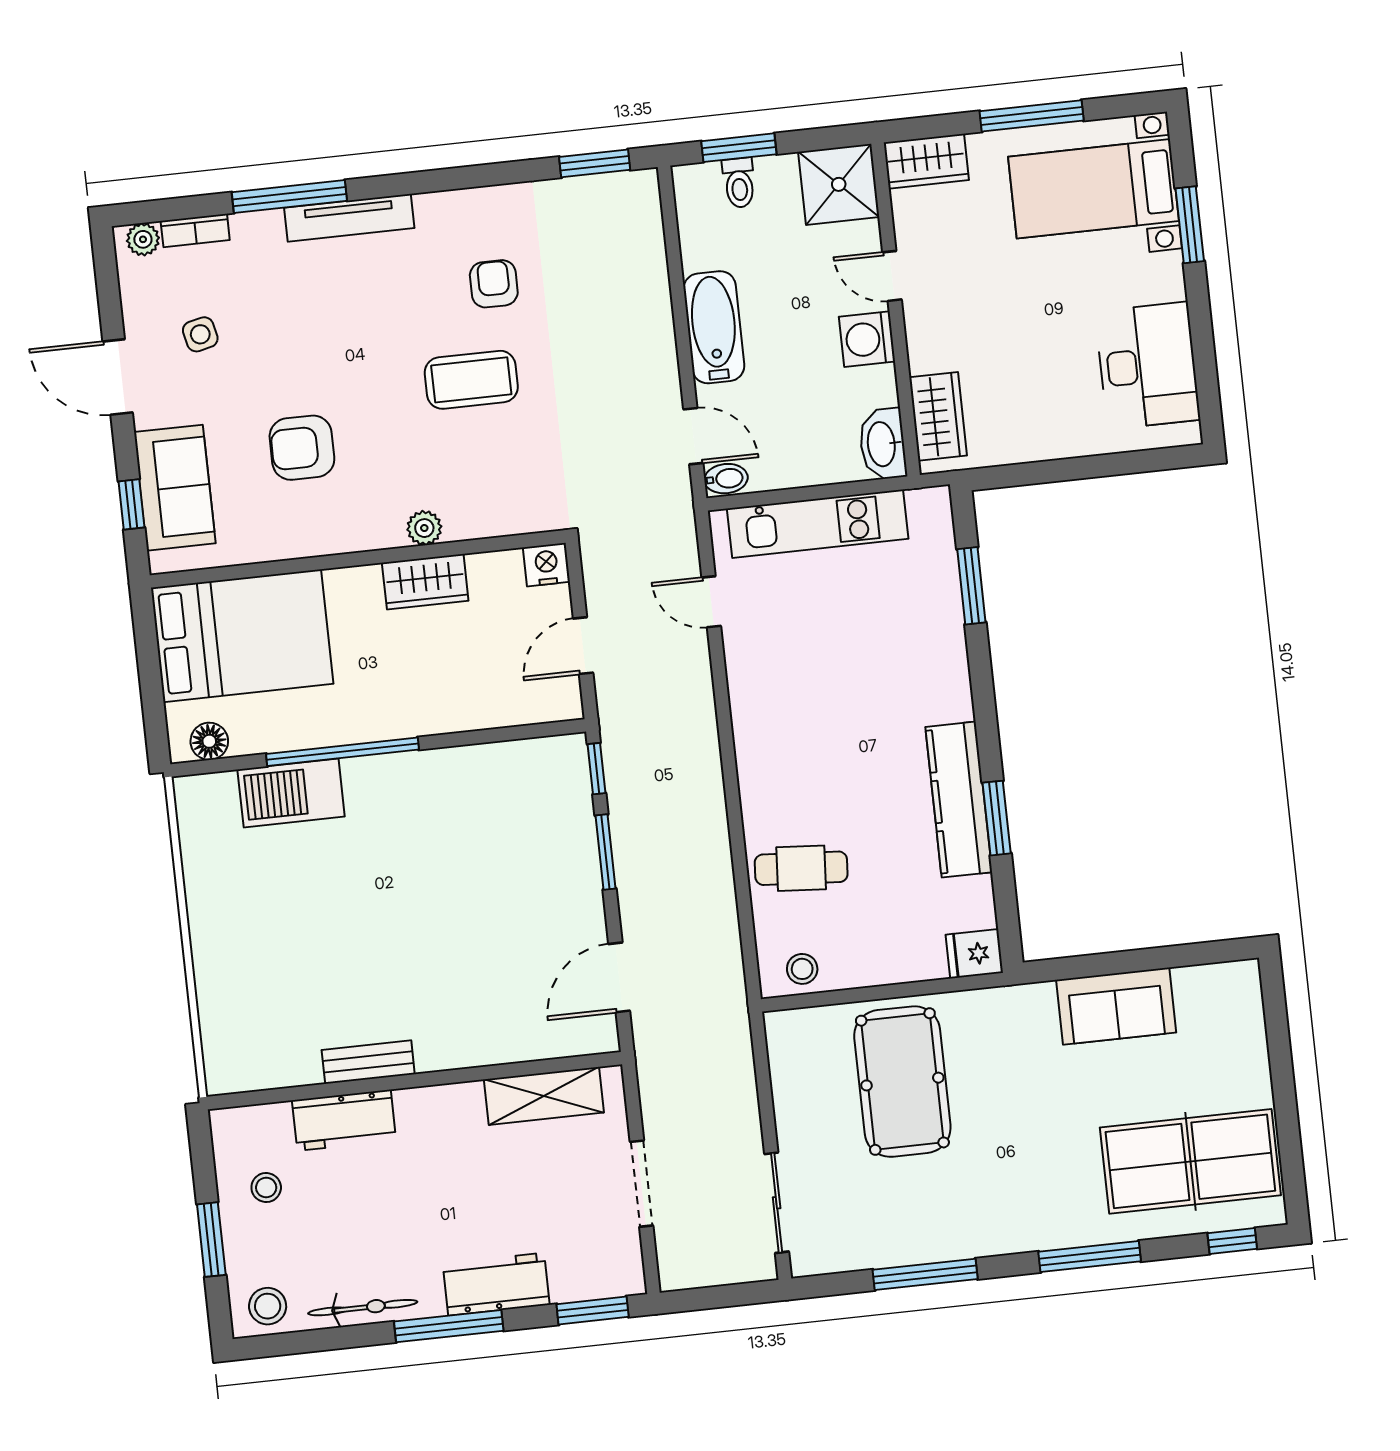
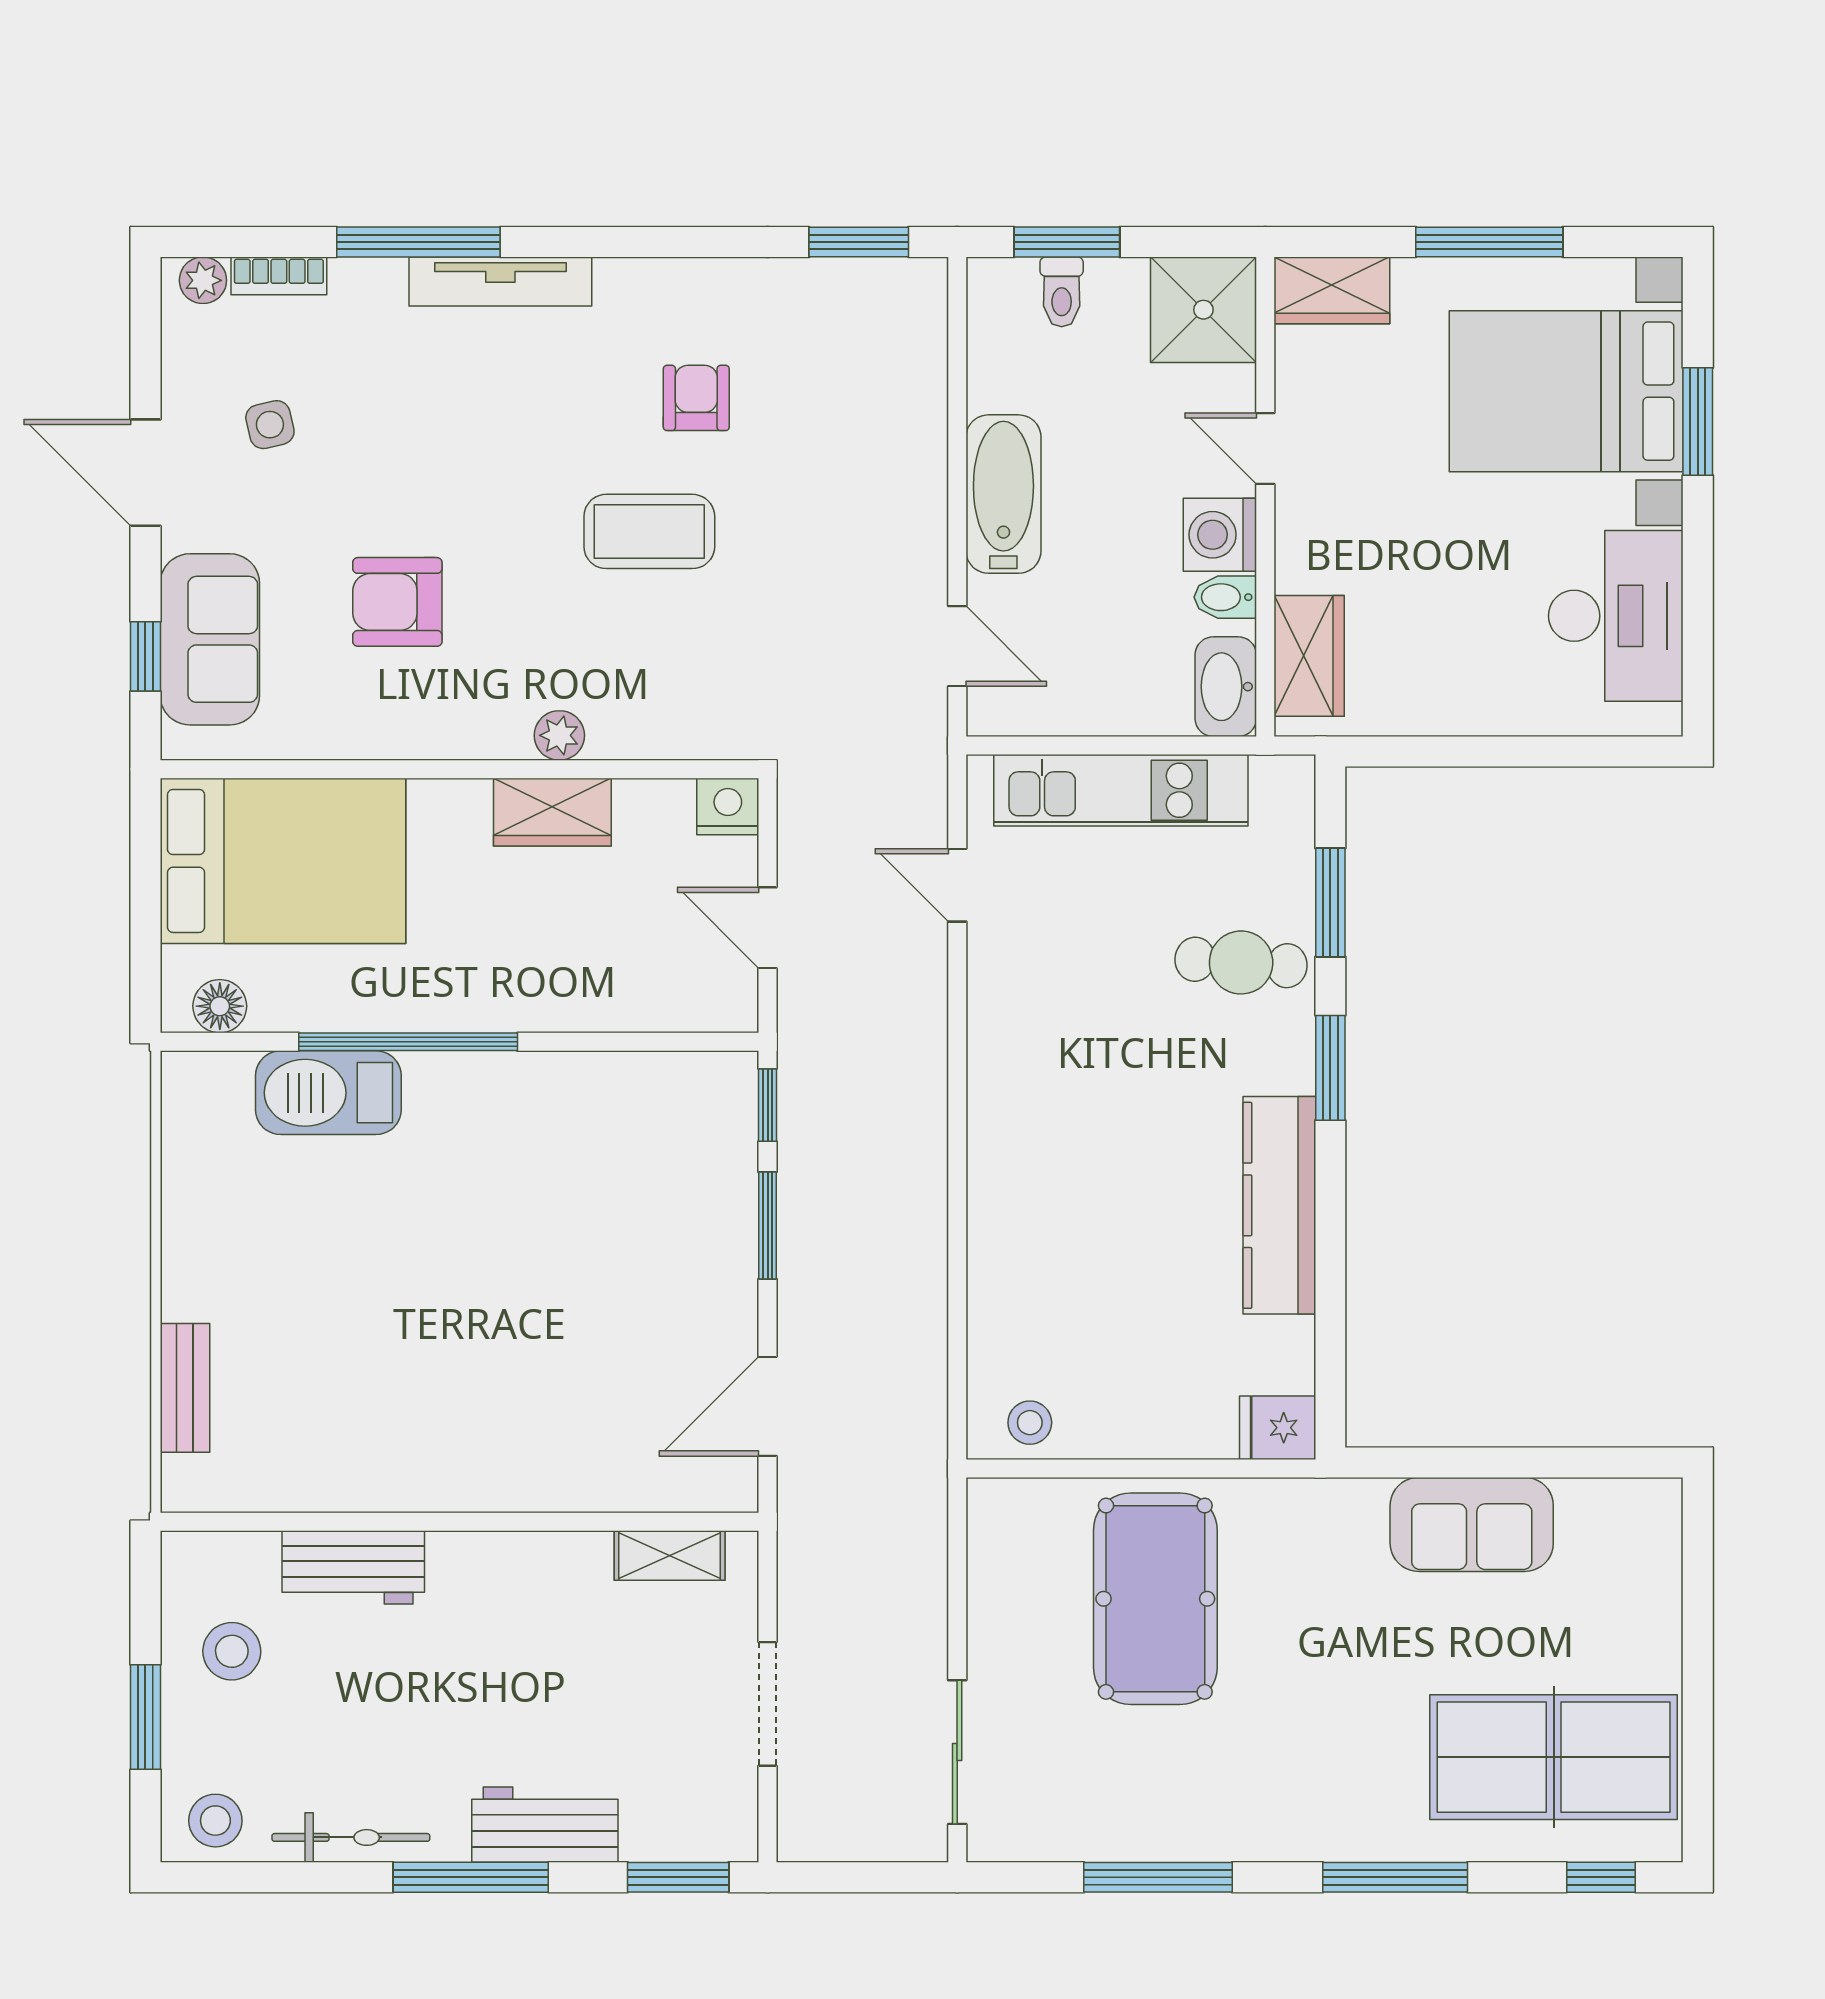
bed with nightstands: (1094, 189) -> (1566, 391), width x1.36
bidet: (726, 479) -> (1225, 597), moved, turned 180
door: (583, 646) -> (768, 928), hinge flipped
window: (997, 818) -> (1330, 1068), moved
cafe table: (801, 868) -> (1241, 962), moved
bench: (368, 1062) -> (185, 1388), moved, turned 90
shelving: (544, 1096) -> (670, 1555), width x0.67, depth x0.75
stool: (266, 1188) -> (232, 1651), width x1.37, depth x1.37

